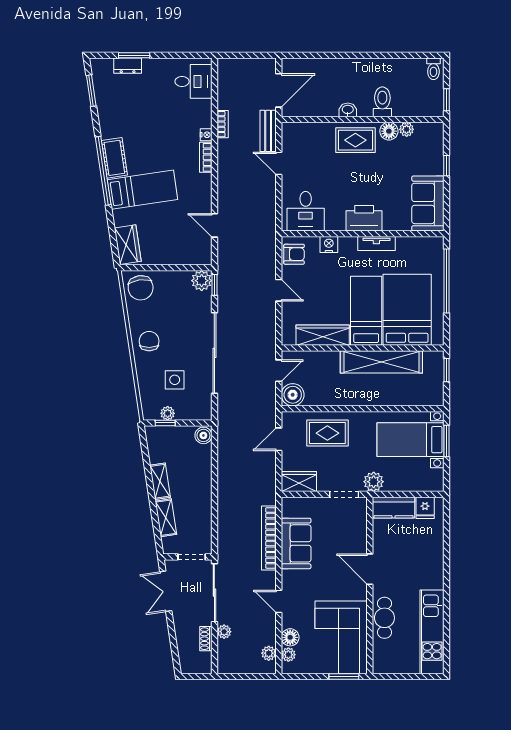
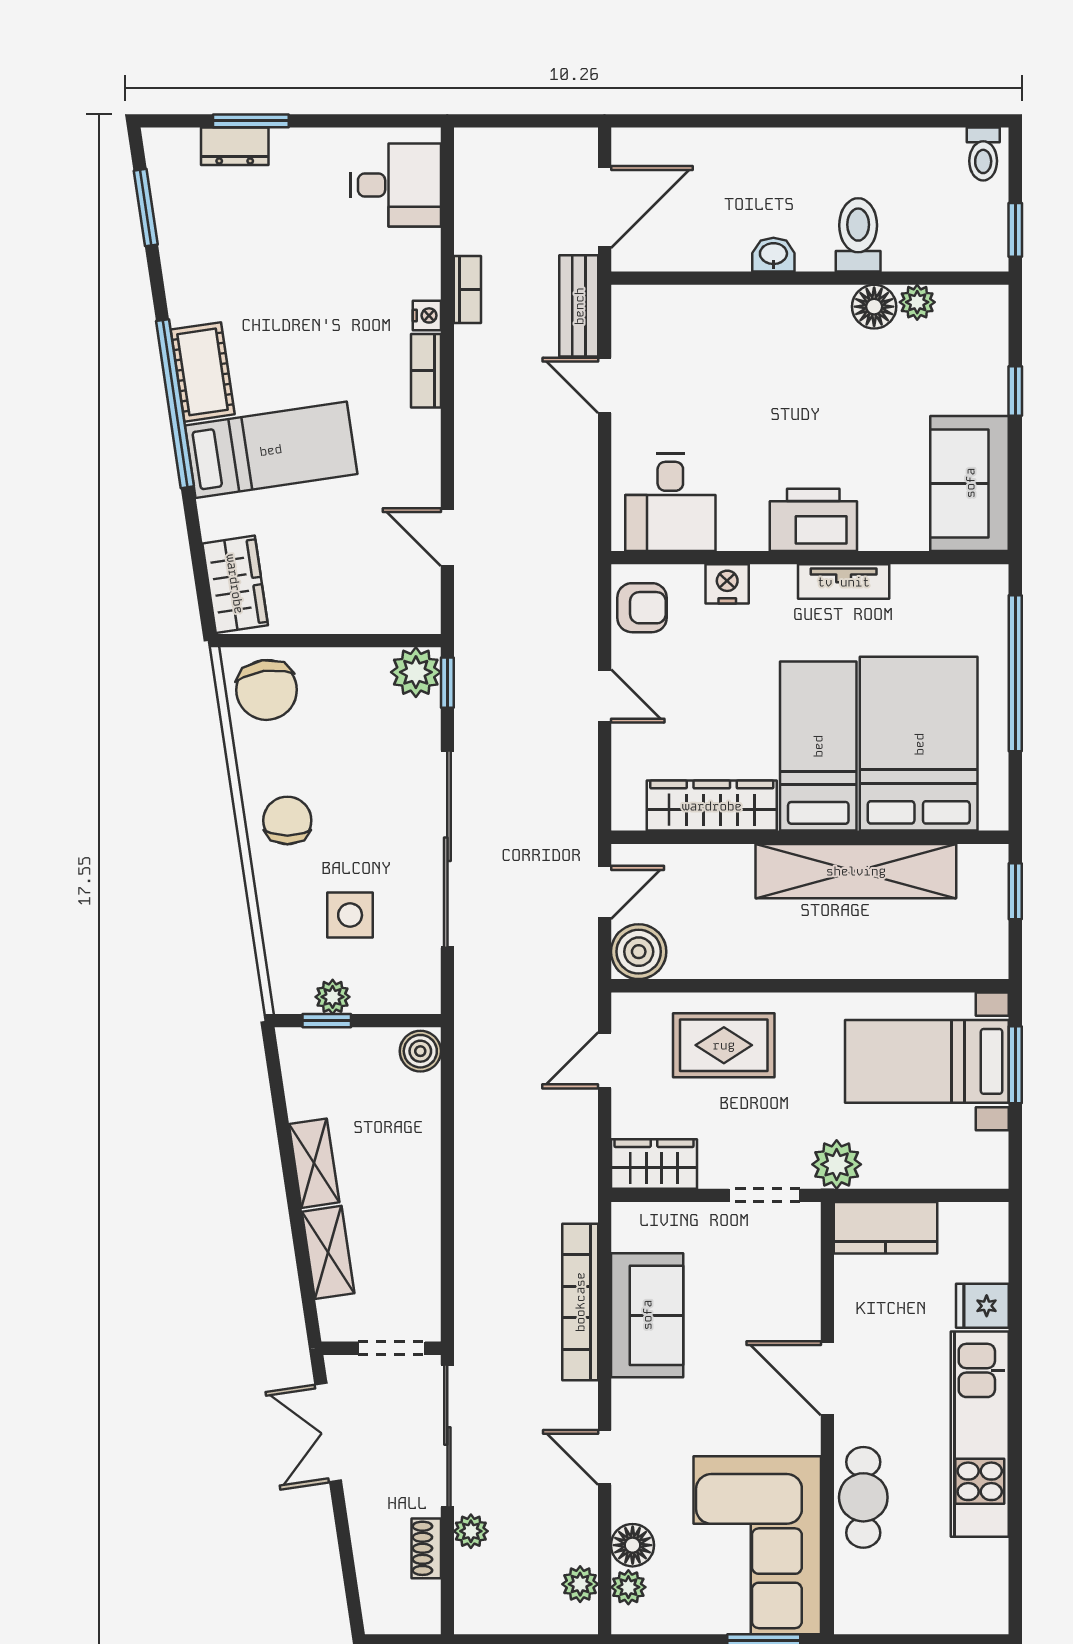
rug: (355, 140) -> (792, 328), removed
fridge: (425, 508) -> (982, 1306), moved, turned 90
kitchen unit: (432, 632) -> (980, 1434), moved

